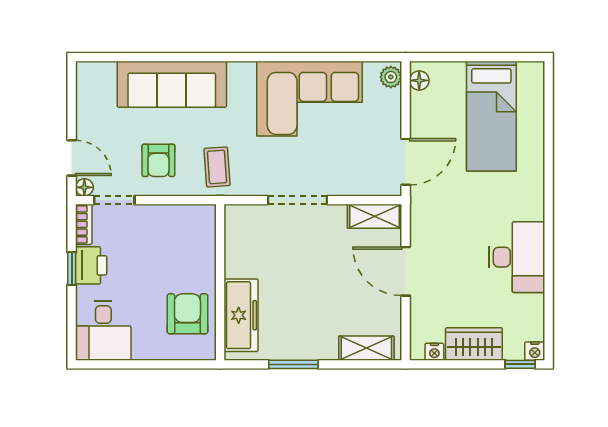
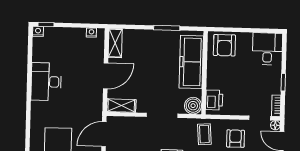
boiler: (240, 220) -> (193, 106), added
printer: (91, 265) -> (214, 100), moved, turned 180
door: (406, 271) -> (106, 76), hinge flipped
armchair: (187, 314) -> (224, 45), moved
freezer: (241, 315) -> (191, 62), width x1.36, depth x1.26
wardrobe: (474, 344) -> (70, 36), removed
shelving: (366, 348) -> (115, 43), moved, turned 90

